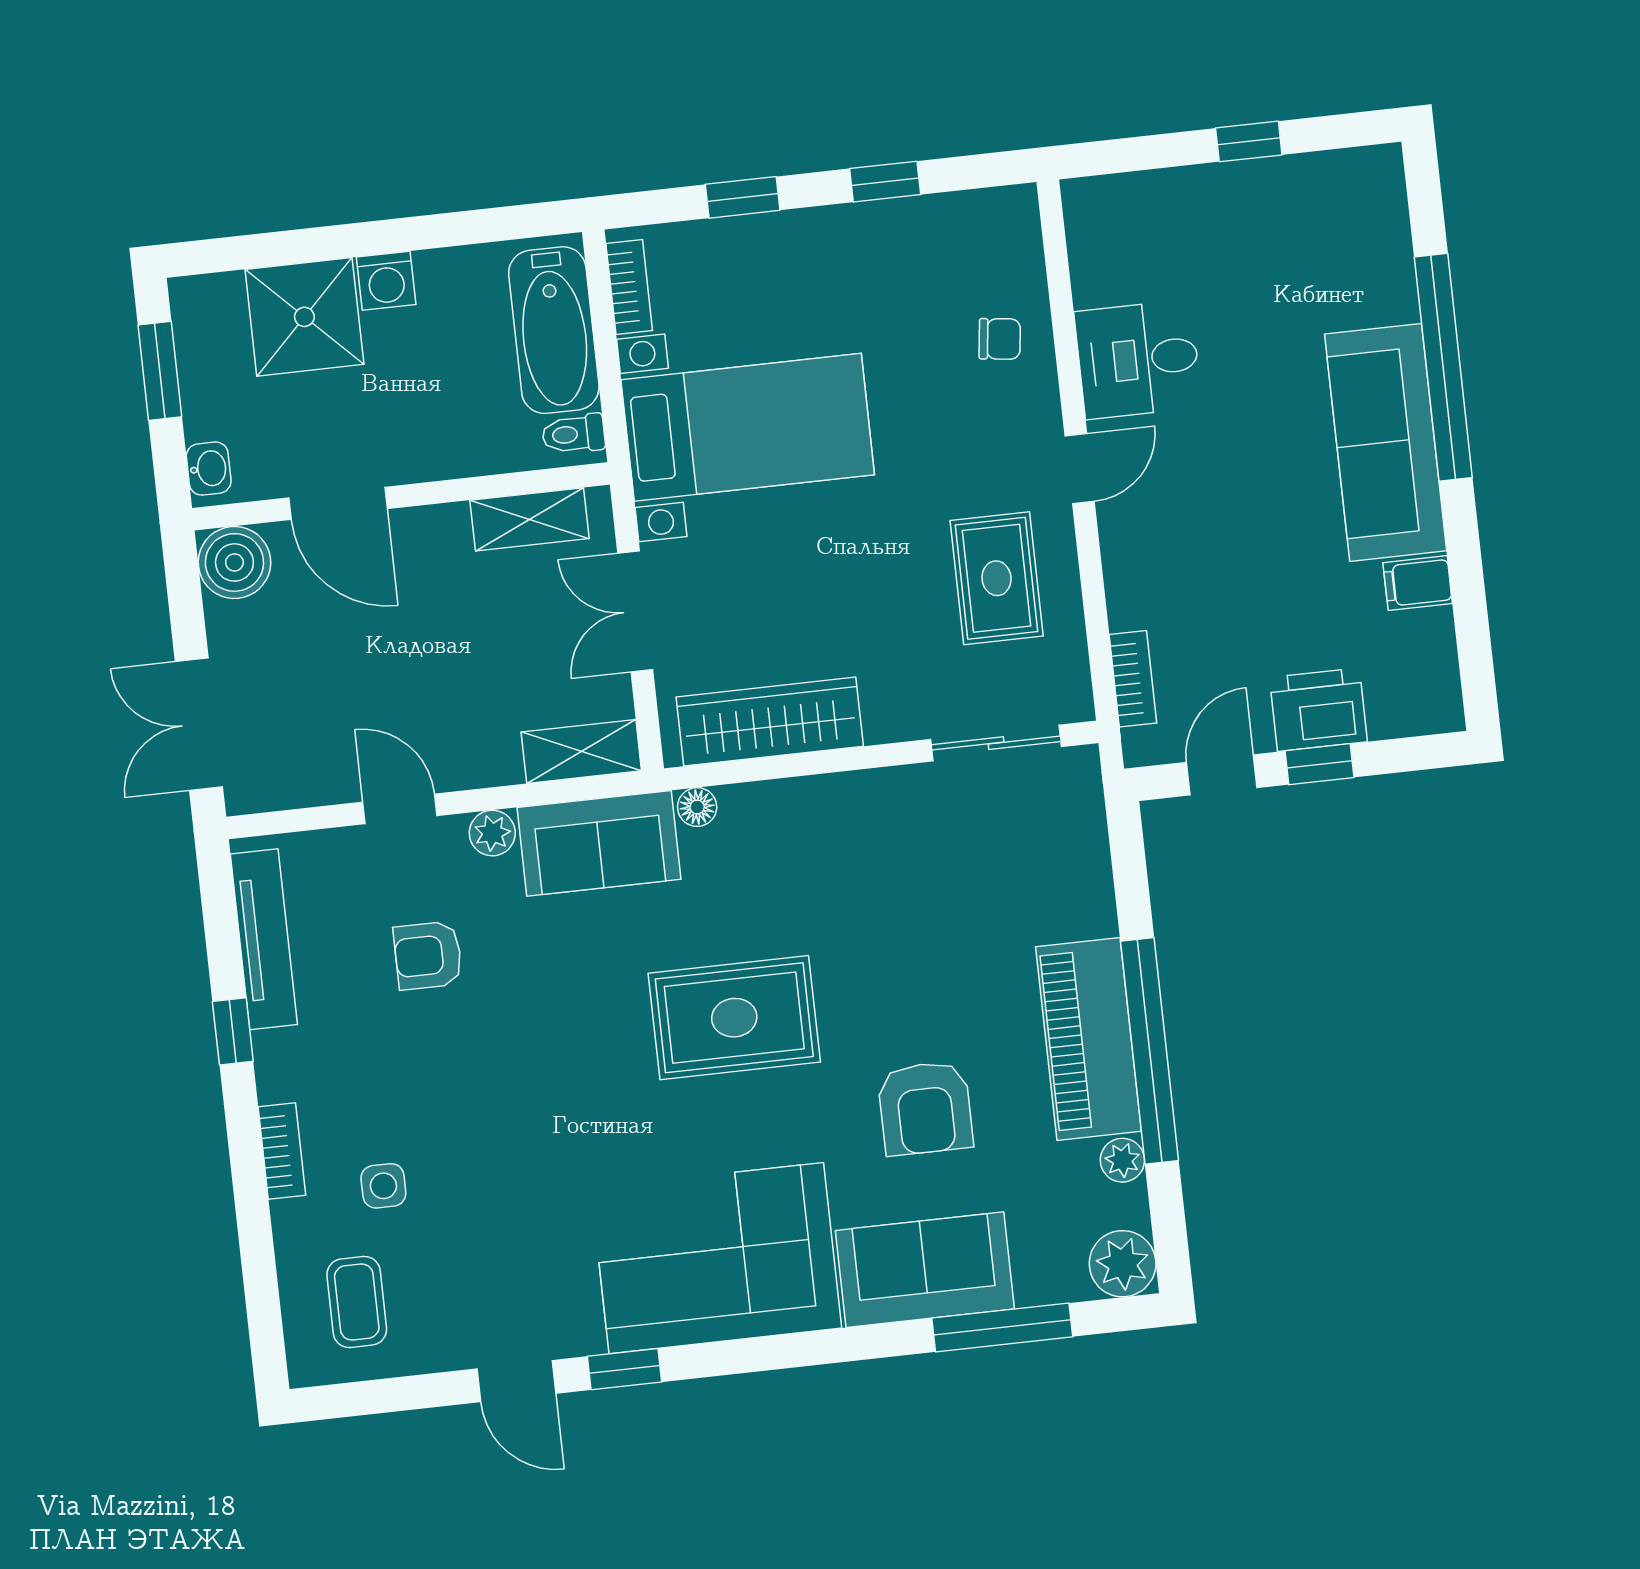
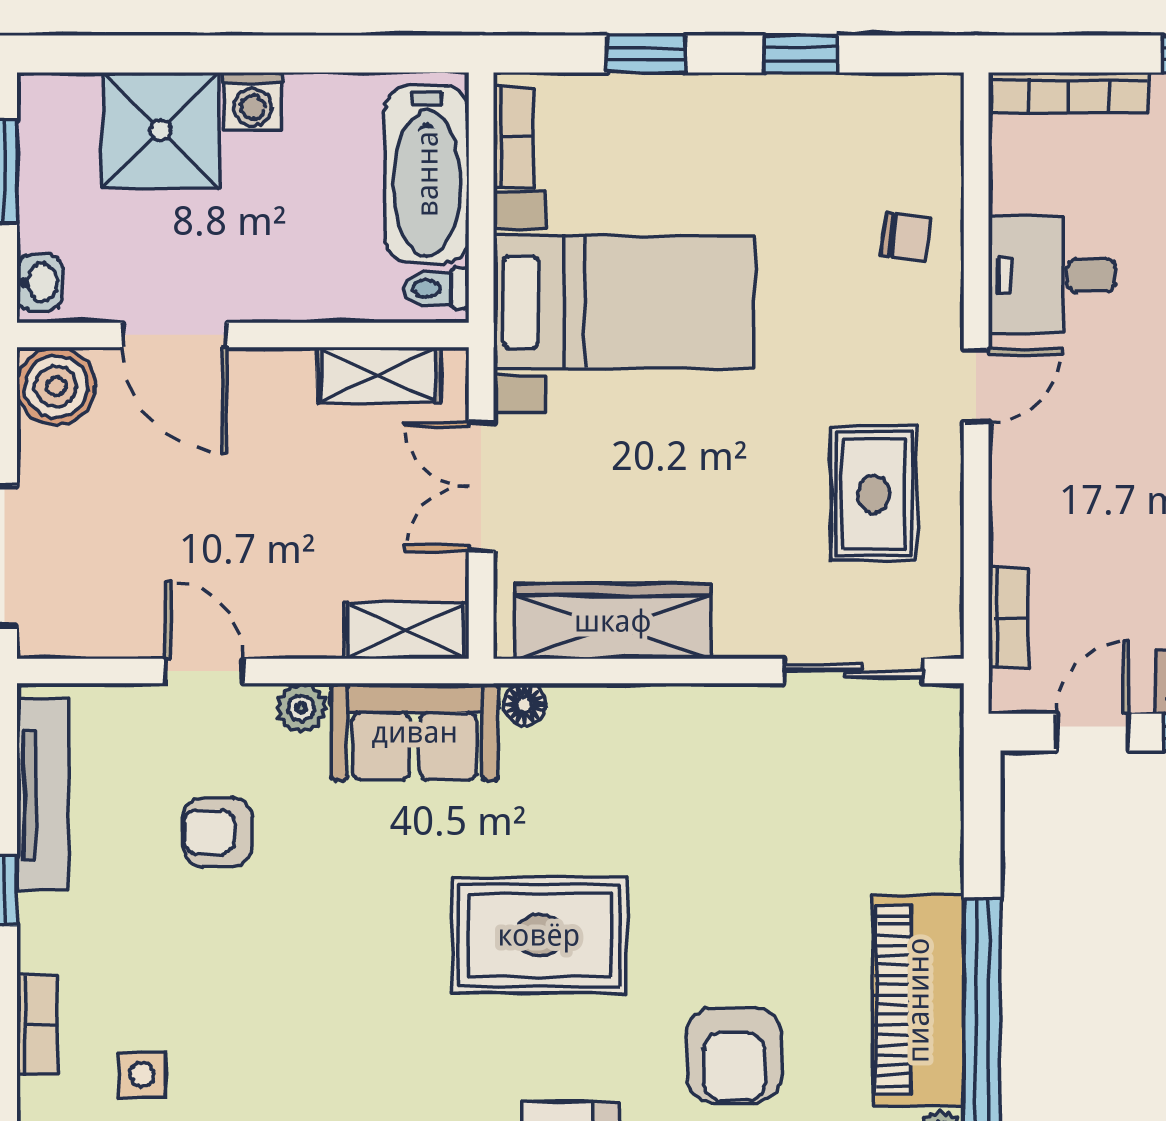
bookcase: (1135, 190) -> (1069, 93), added

